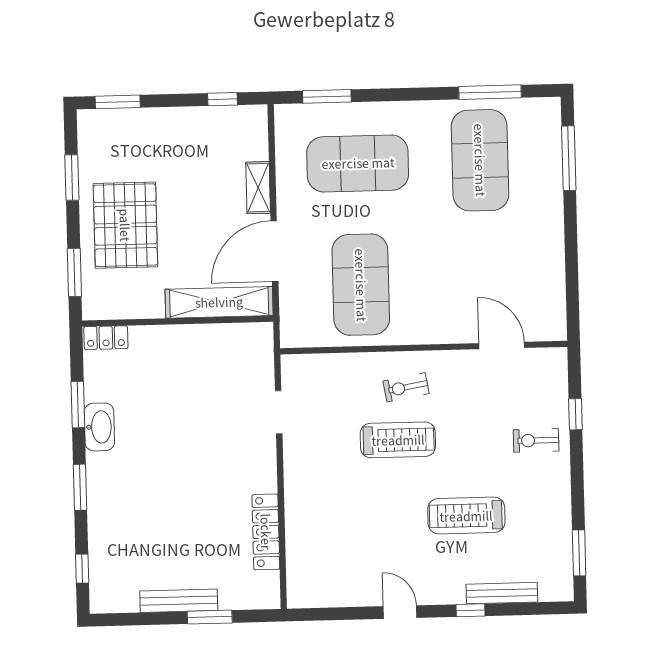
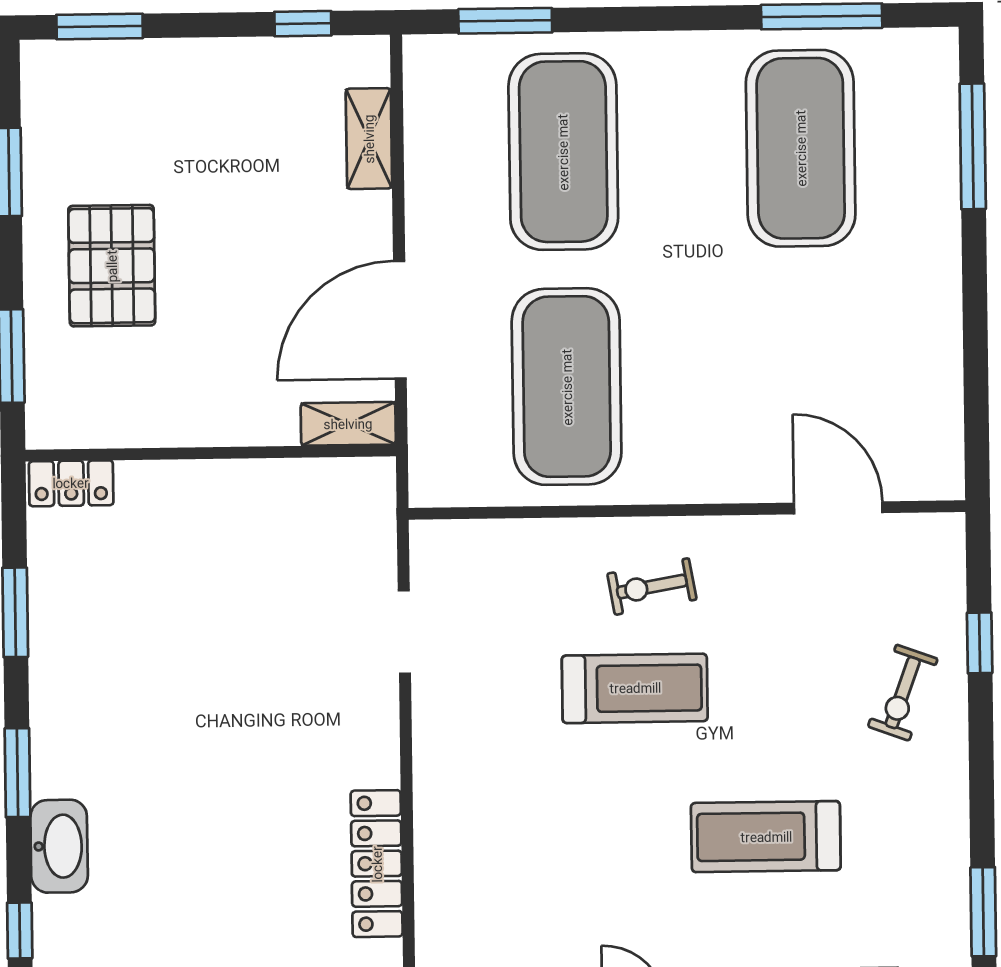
exercise mat: (358, 163) -> (563, 152), turned 90
shelving: (258, 188) -> (369, 139), moved
pallet: (125, 225) -> (112, 266), width x0.73, depth x0.71
shelving: (219, 302) -> (348, 424), width x0.45, depth x0.75
washbasin: (99, 427) -> (59, 846), moved
exercise bike: (536, 440) -> (903, 693), turned -70

